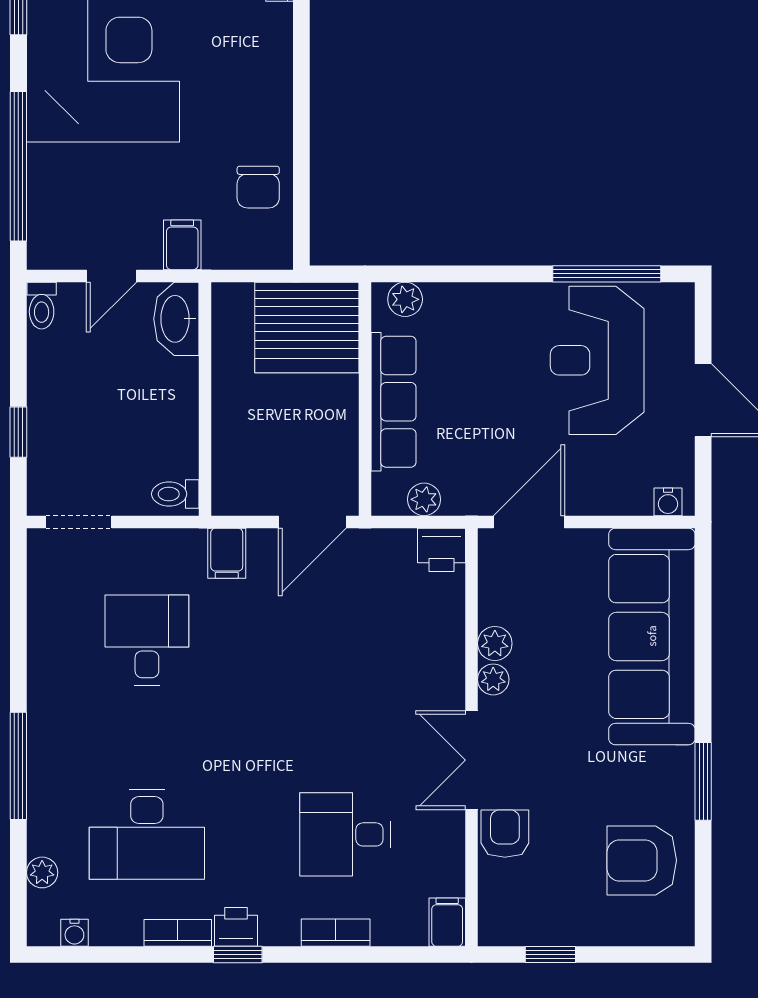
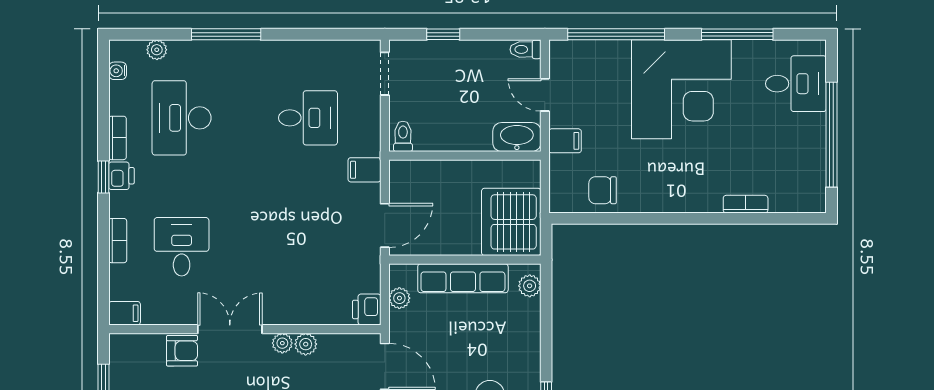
door: (312, 522) -> (385, 225), swing flipped

